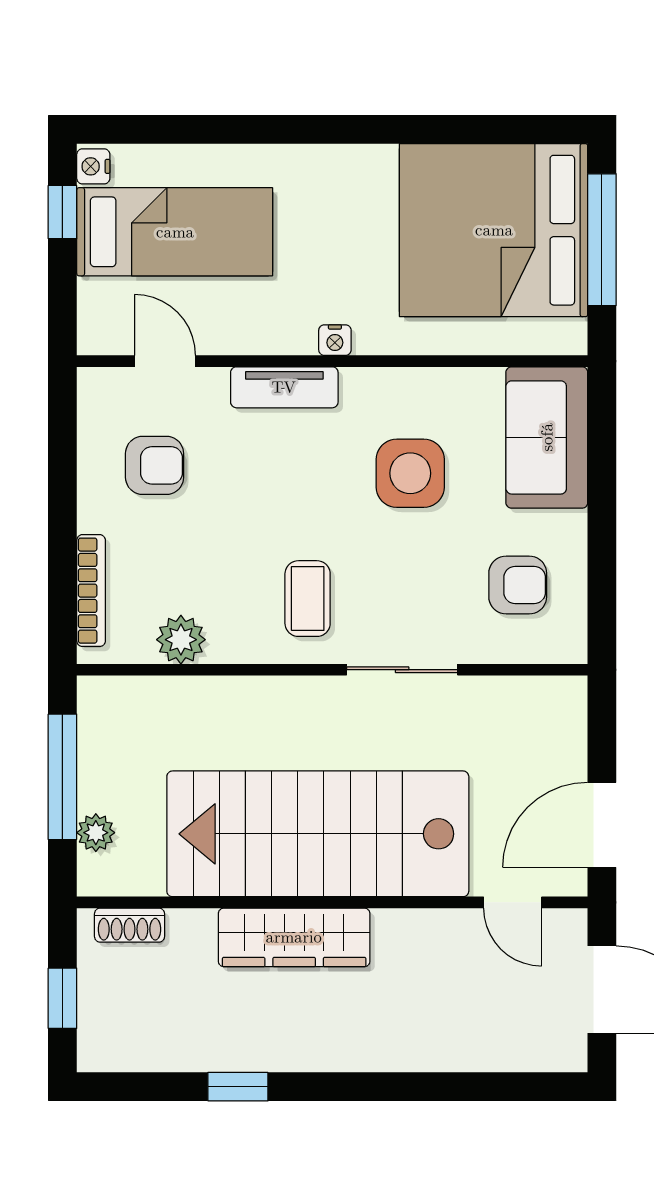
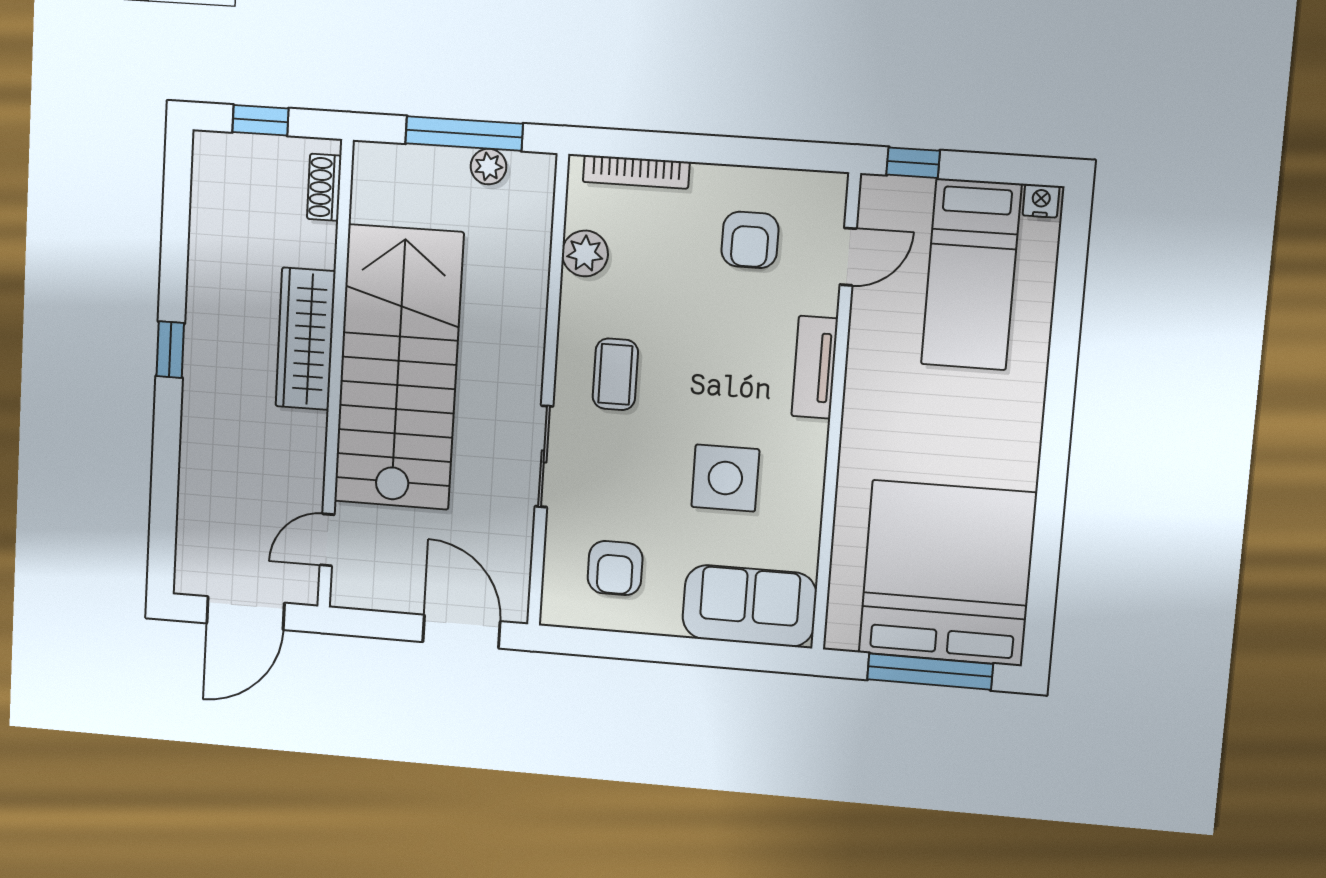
window: (62, 212) -> (913, 163), moved
nightstand: (335, 340) -> (856, 418), removed
coffee table: (308, 599) -> (615, 374), turned 90
door: (602, 825) -> (461, 632), moved
plant: (96, 833) -> (488, 167), moved
window: (238, 1087) -> (170, 350), moved

